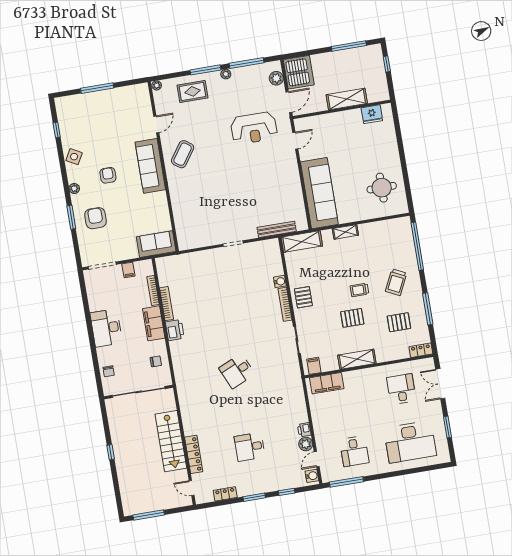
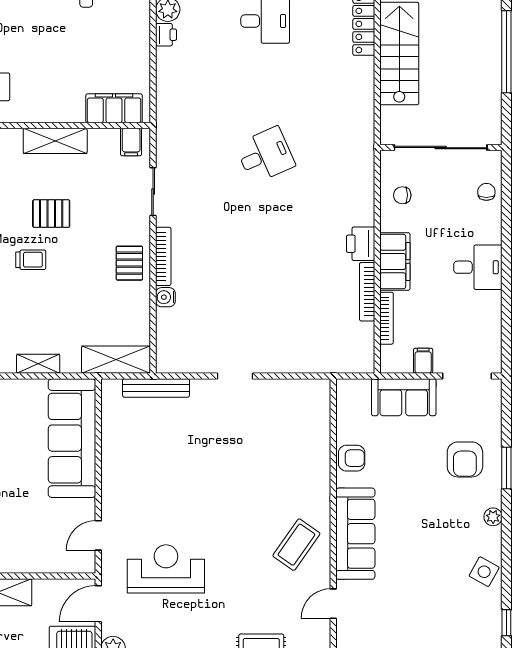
armchair: (108, 175) -> (352, 458), moved, turned -90
sofa: (156, 244) -> (404, 397), moved
desk: (106, 328) -> (478, 267), width x0.73
window: (111, 452) -> (506, 52), width x3.17

